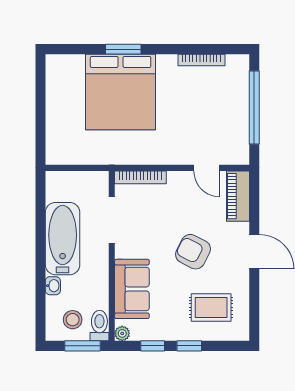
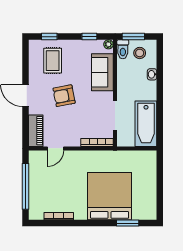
window: (123, 49) -> (128, 223), moved
door: (207, 168) -> (55, 148), swing flipped
bathtub: (63, 239) -> (146, 124), moved
armchair: (193, 252) -> (64, 96), turned 142
rug: (211, 307) -> (53, 61), turned 90
window: (189, 346) -> (49, 37), moved

